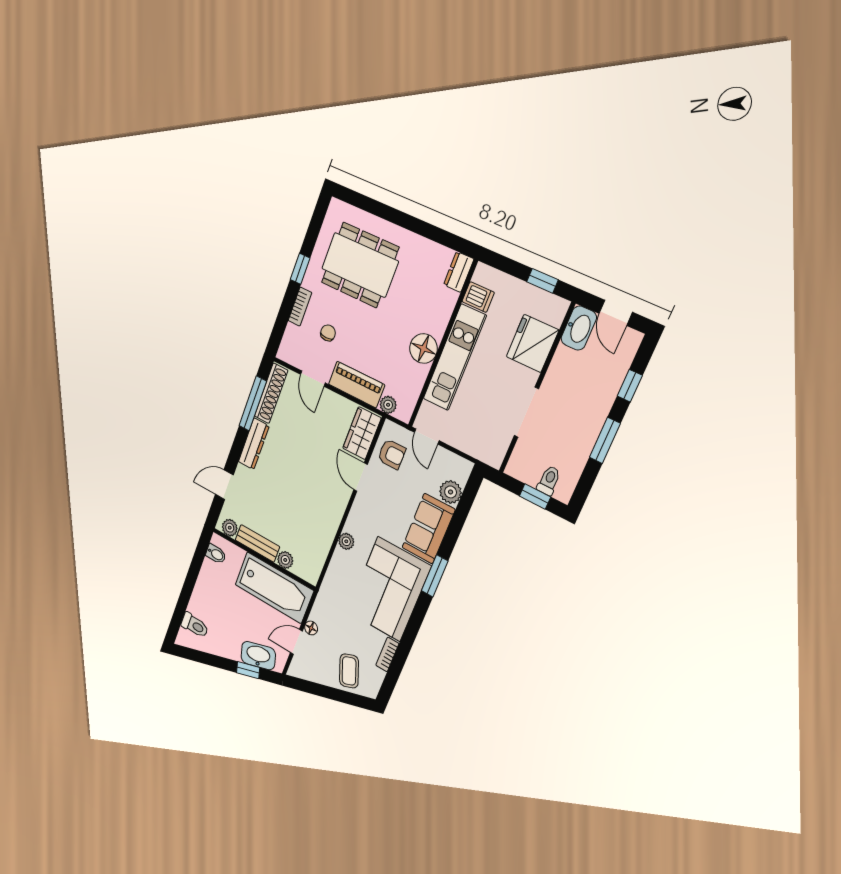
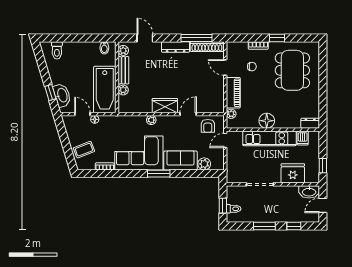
door: (313, 379) -> (225, 67), hinge flipped
wardrobe: (362, 433) -> (165, 106), moved

